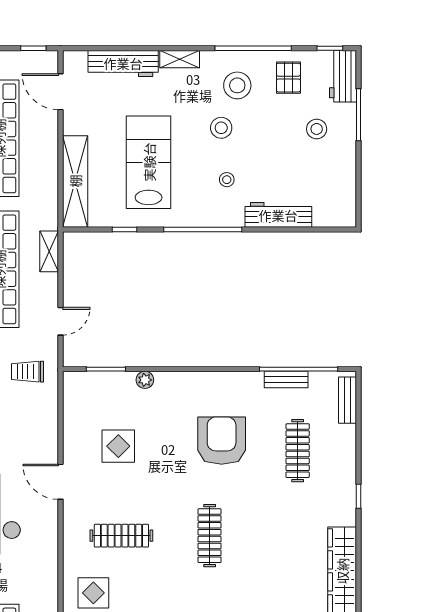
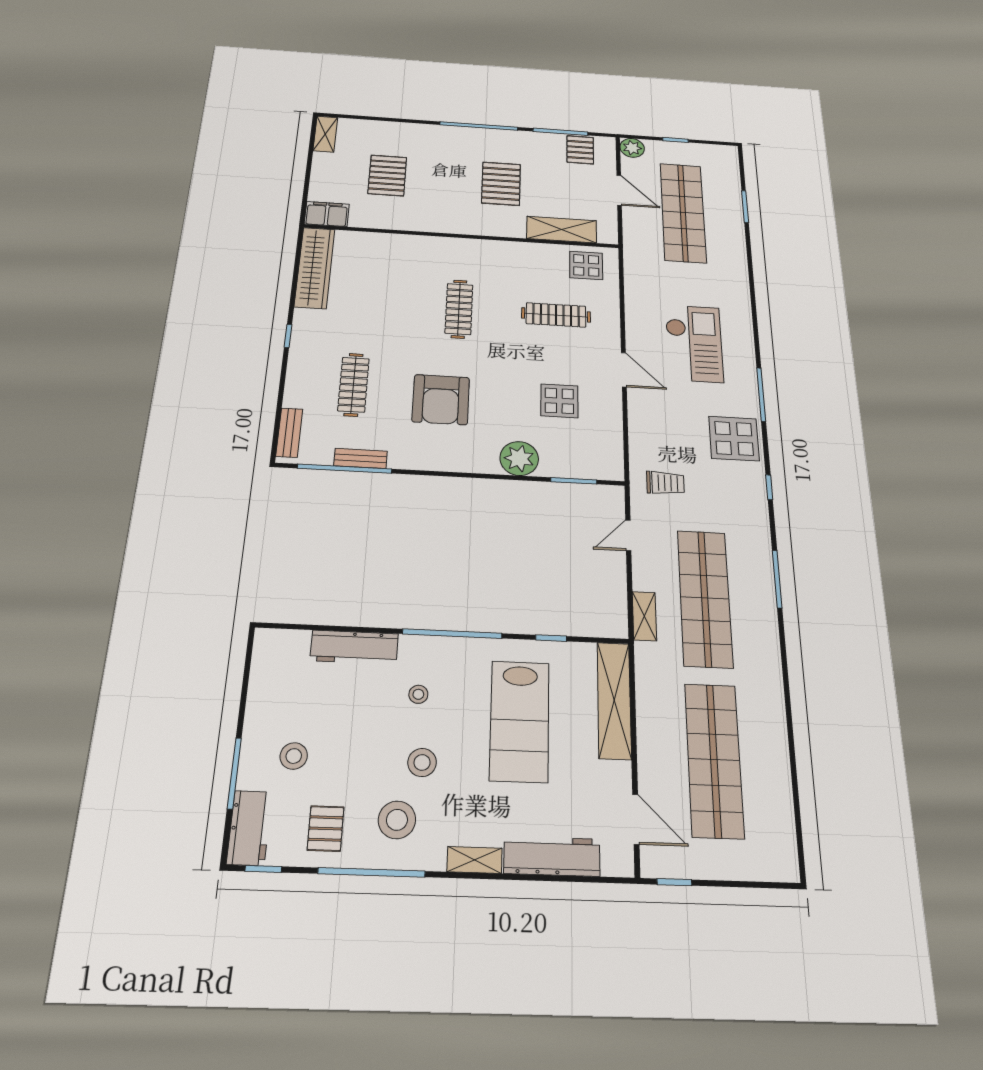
plant: (145, 380) -> (519, 458), width x1.87, depth x1.87

